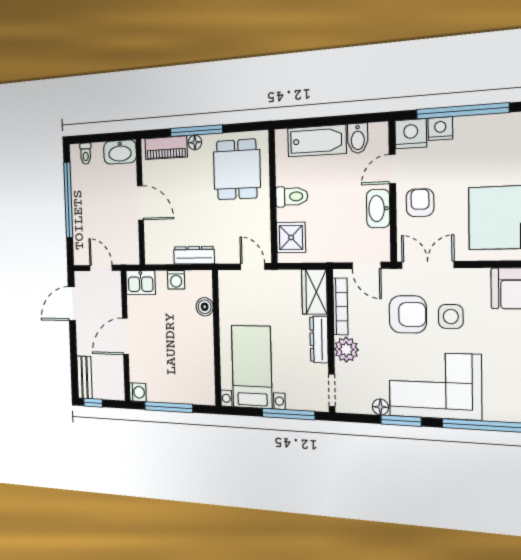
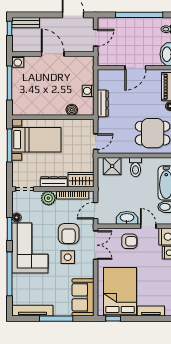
kitchen sink: (141, 283) -> (86, 66), removed
window: (288, 414) -> (10, 146), moved

